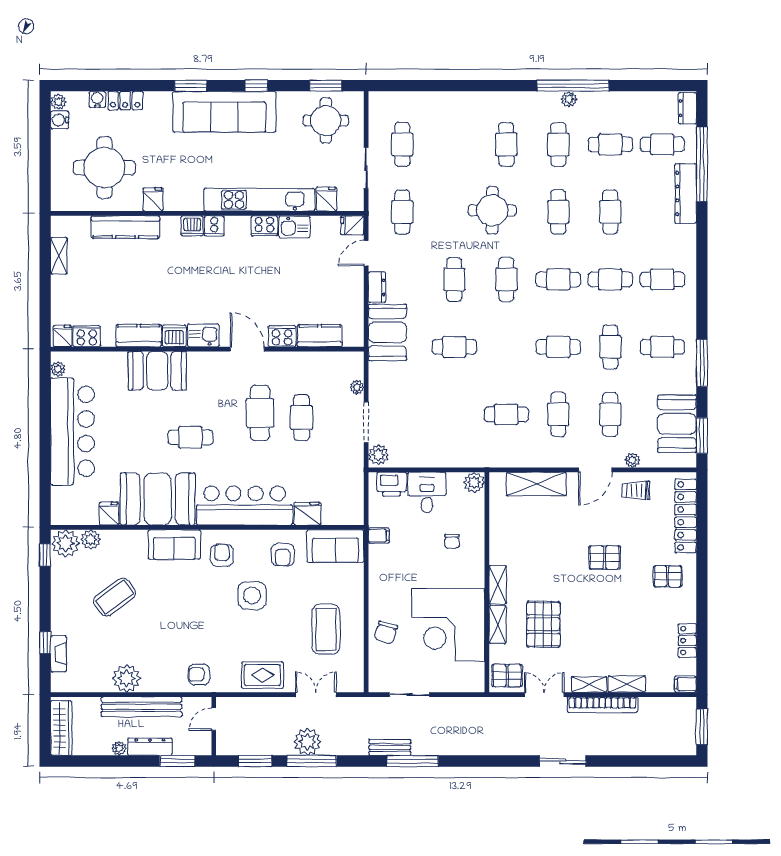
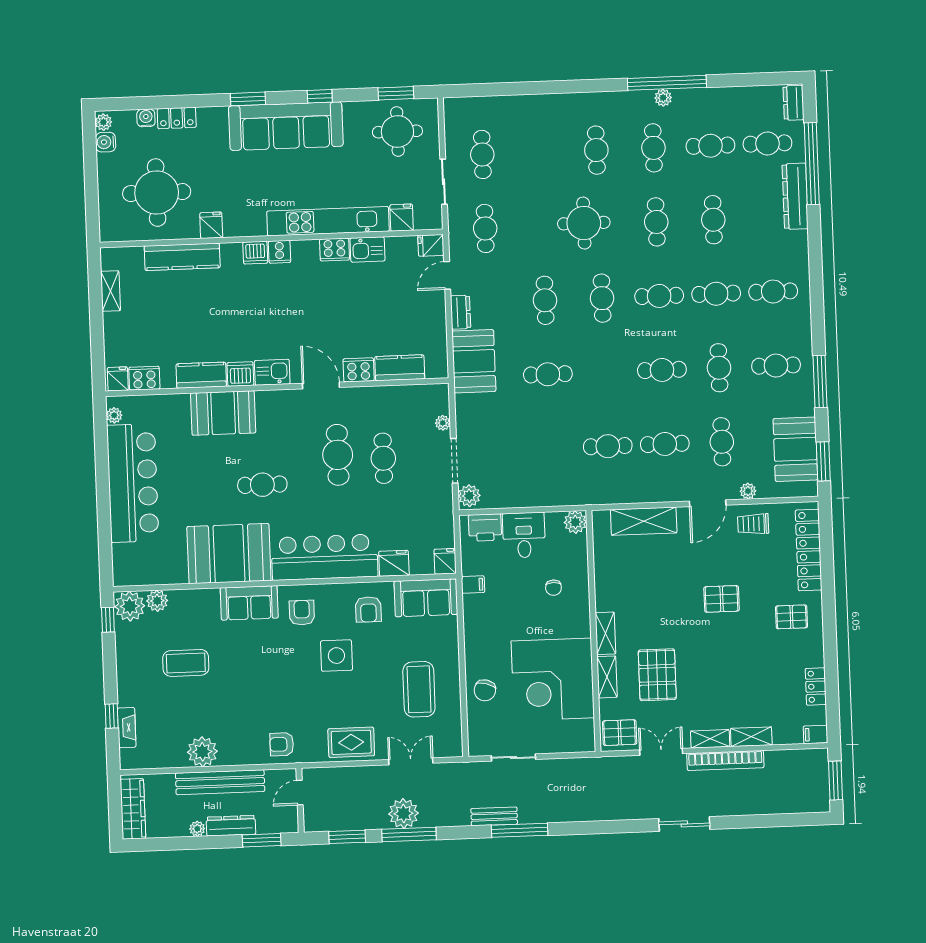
cafe table: (558, 414) -> (665, 444), turned 90
fridge: (109, 514) -> (445, 561), moved
coffee table: (114, 597) -> (186, 663), turned 36

